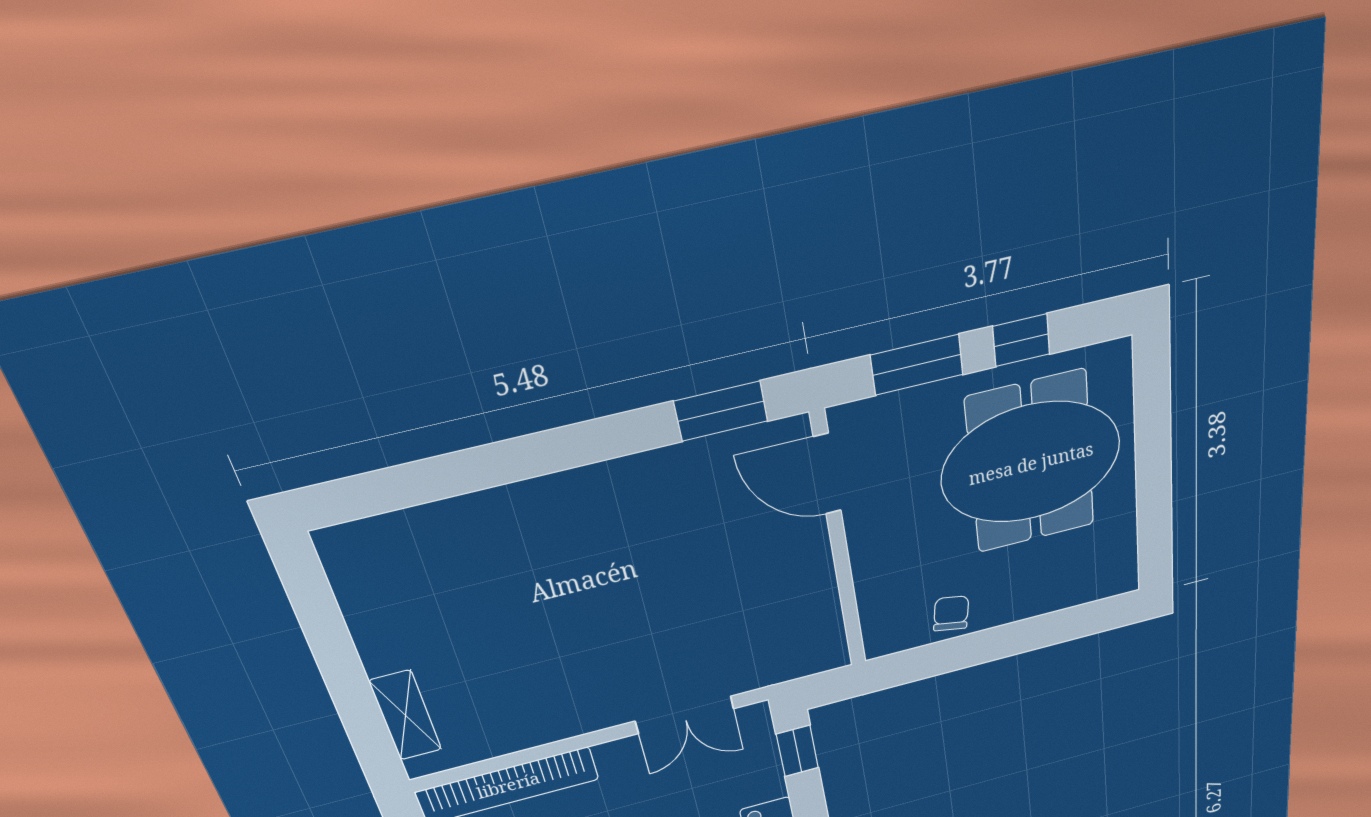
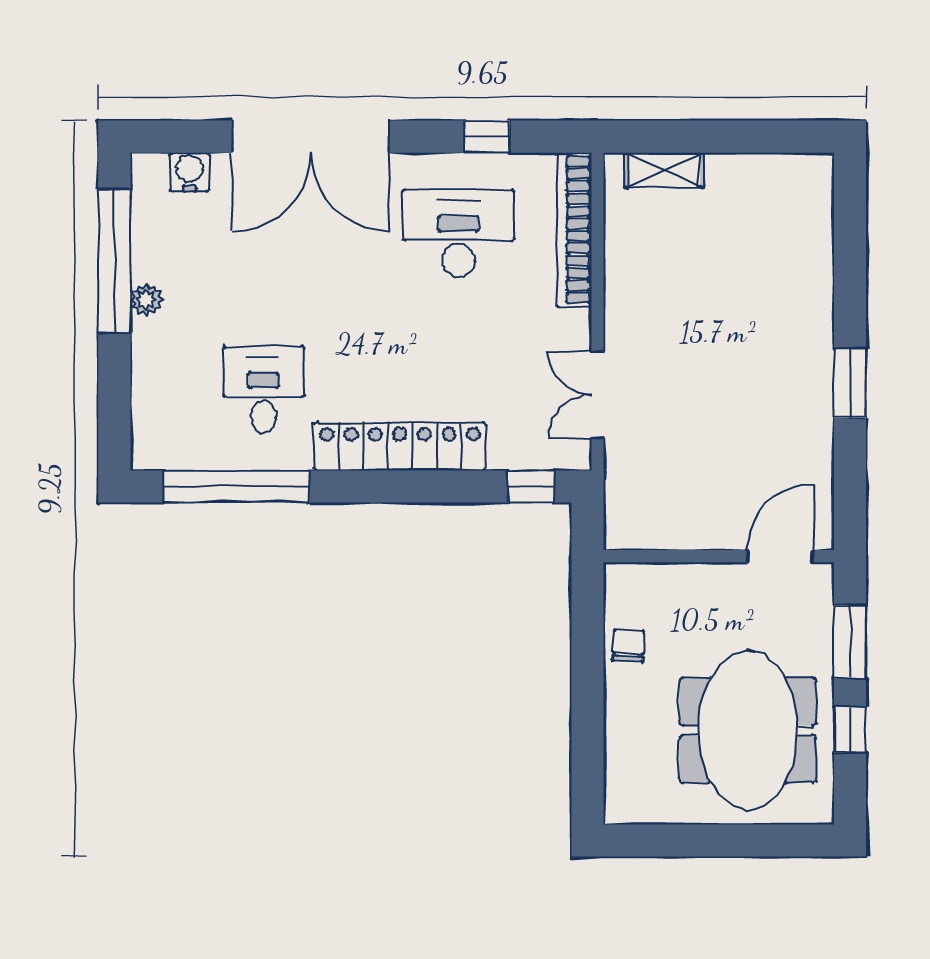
window: (721, 411) -> (850, 383), moved
chair: (951, 613) -> (629, 646), turned -98

